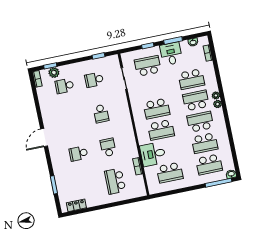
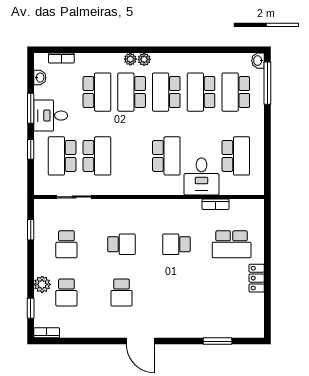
plant: (54, 73) -> (42, 284), moved
school desk: (157, 109) -> (97, 156), moved
school desk: (205, 143) -> (201, 92), turned 180
school desk: (78, 154) -> (121, 292), moved
school desk: (209, 164) -> (236, 92), turned 180
locker: (76, 205) -> (257, 278), moved

